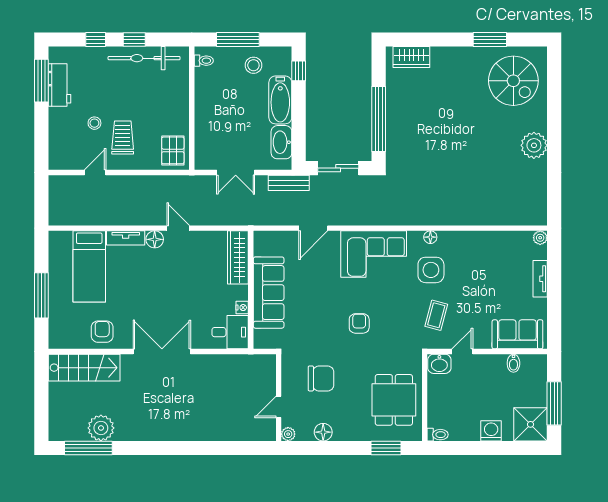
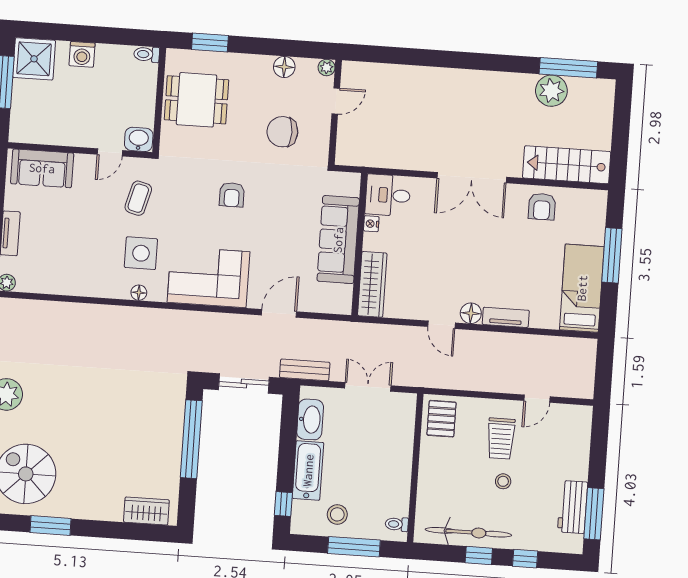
stool: (94, 123) -> (503, 481), moved
bed: (89, 266) -> (582, 288), moved
bidet: (513, 363) -> (49, 134), removed
dining table: (394, 400) -> (196, 100), turned 90

